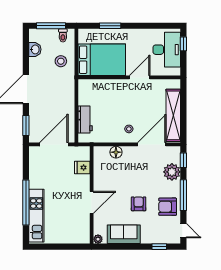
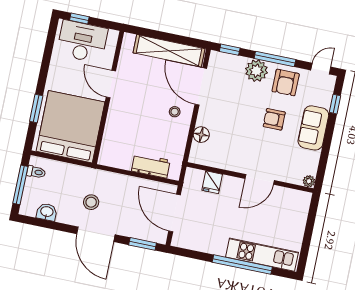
bed: (102, 60) -> (70, 127), width x1.36
stool: (61, 61) -> (91, 202), moved
plant: (172, 172) -> (256, 71), moved
door: (92, 202) -> (260, 179), swing flipped
sofa: (124, 234) -> (313, 128), moved

